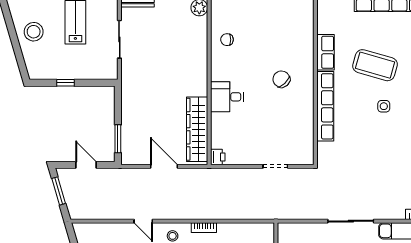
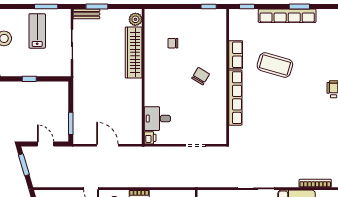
chair: (227, 40) -> (173, 43), moved
chair: (281, 79) -> (201, 76), turned 74
desk: (227, 97) -> (157, 119), moved
side table: (384, 106) -> (282, 98), removed
wardrobe: (197, 129) -> (134, 52), moved

